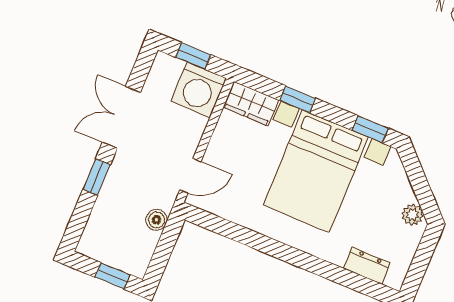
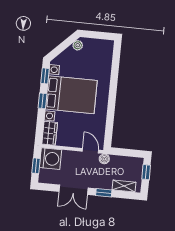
window: (298, 99) -> (42, 101), moved
boiler: (157, 220) -> (104, 159), moved
shelving: (98, 222) -> (124, 186), added
dresser: (367, 266) -> (107, 59), removed

